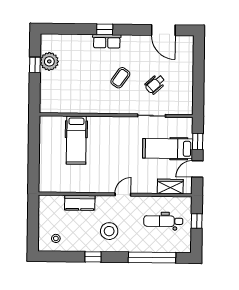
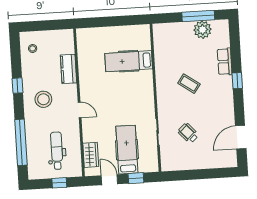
row of seats: (107, 41) -> (225, 62), moved
window: (35, 65) -> (198, 16), width x2.17
coffee table: (120, 78) -> (189, 84), moved

